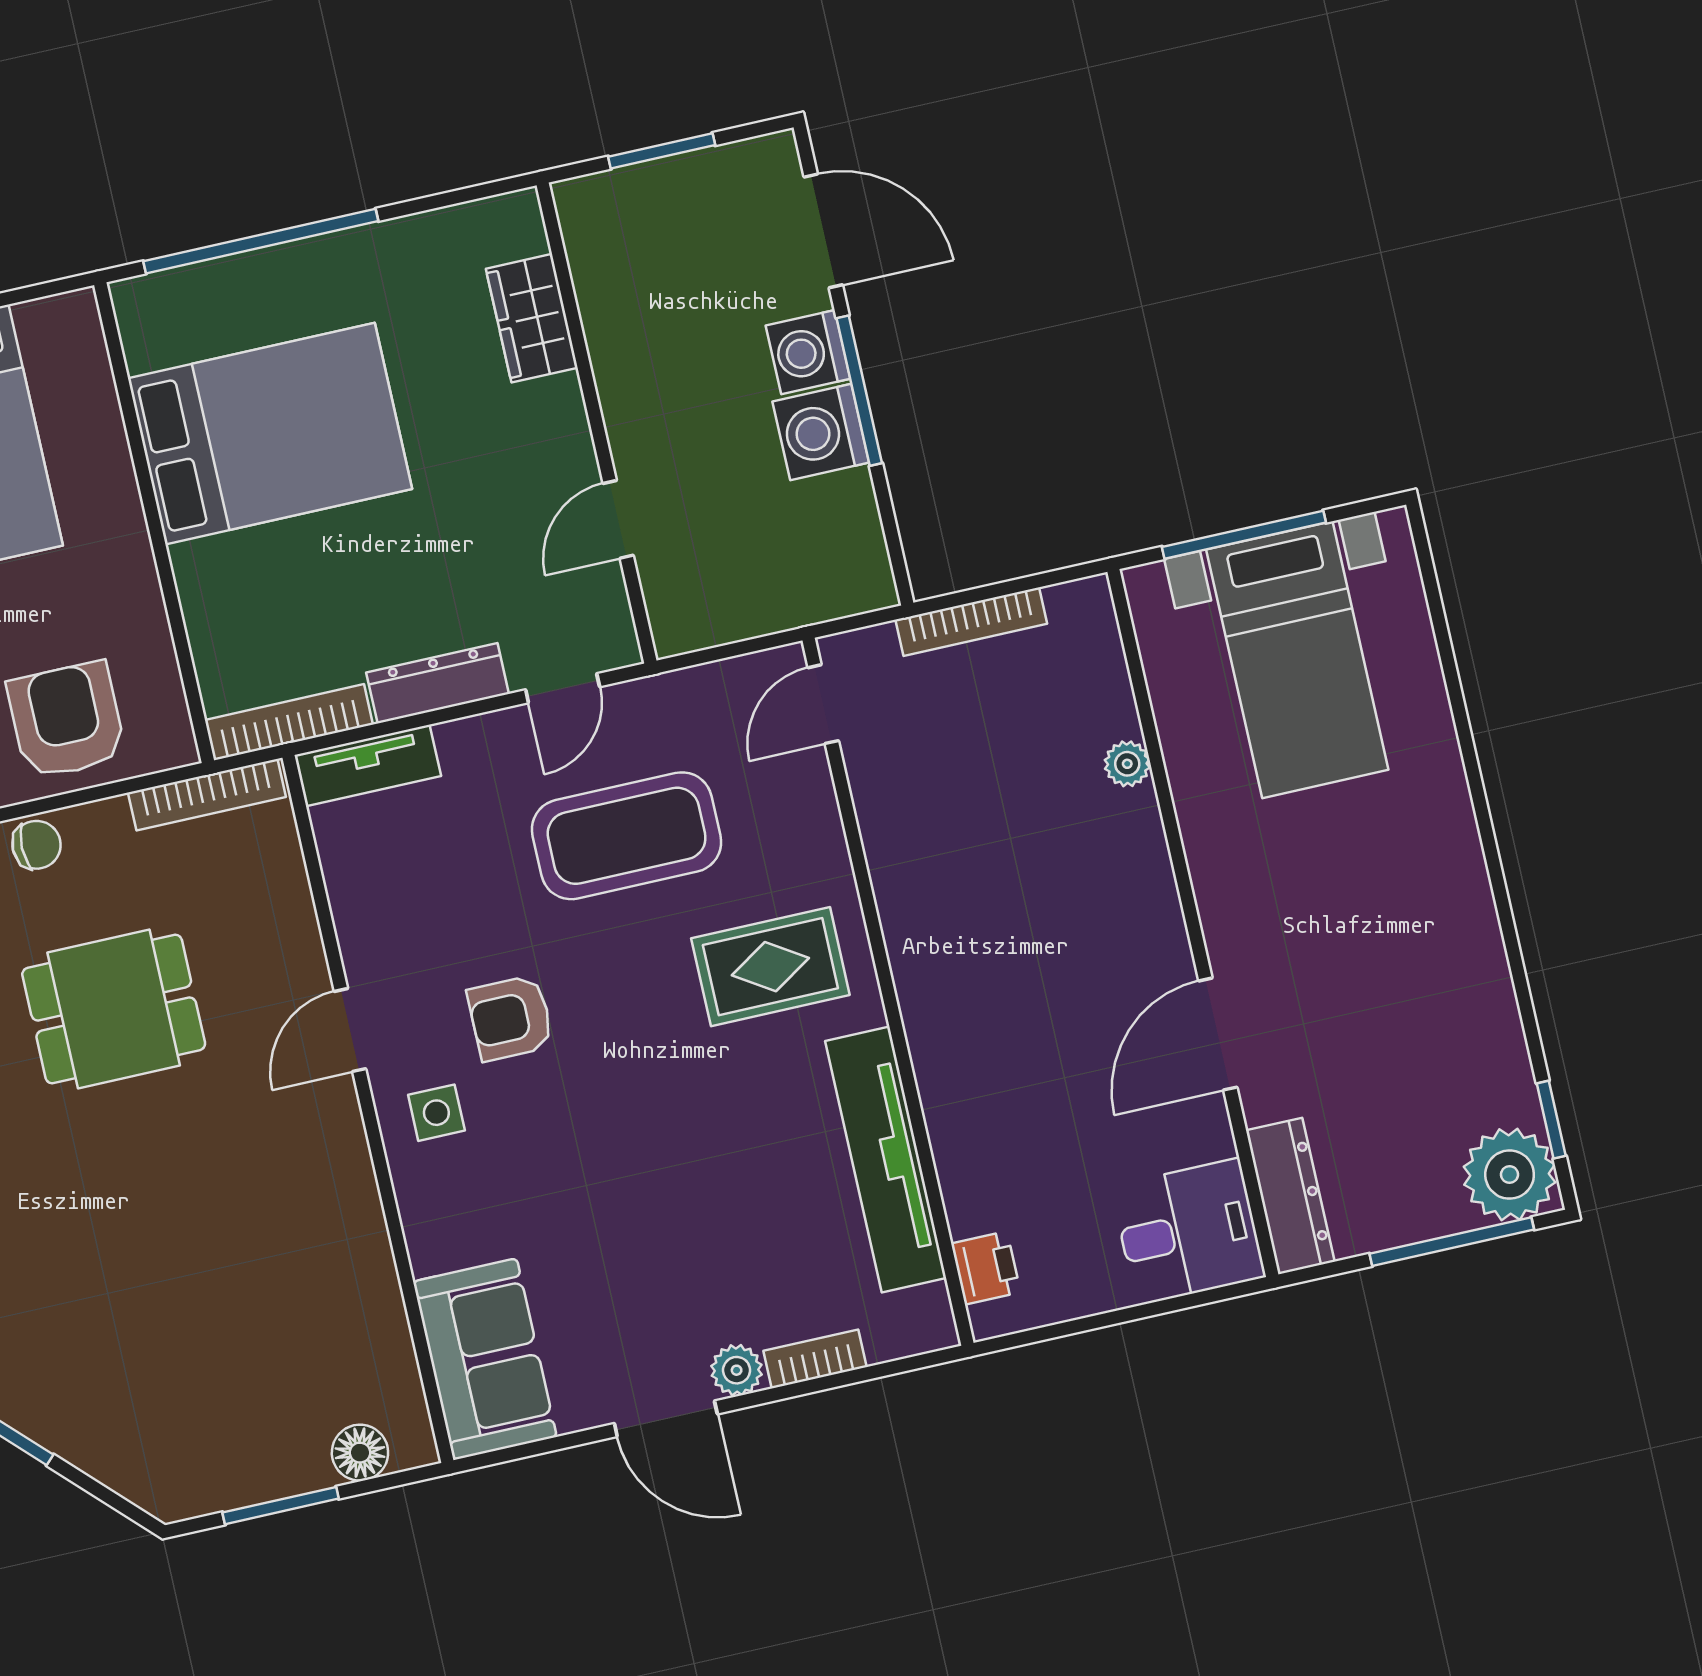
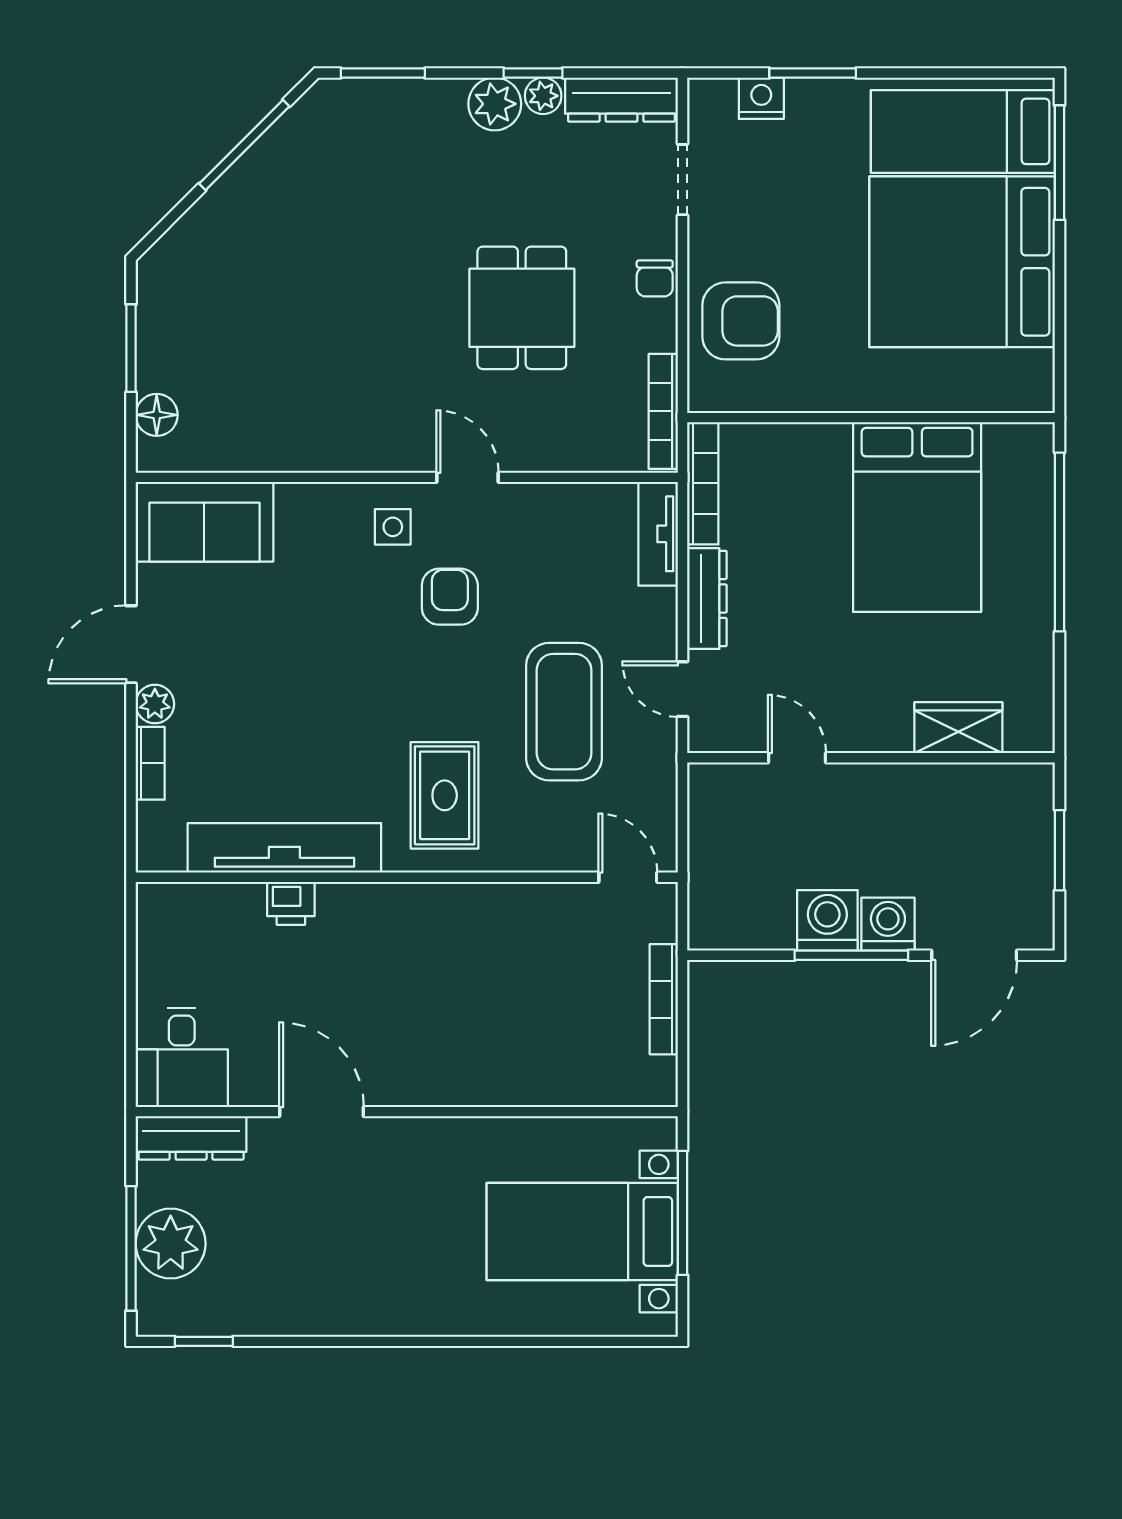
plant: (1127, 764) -> (534, 1090), removed
plant: (1510, 1175) -> (171, 1244), moved
printer: (986, 1268) -> (291, 903), moved

